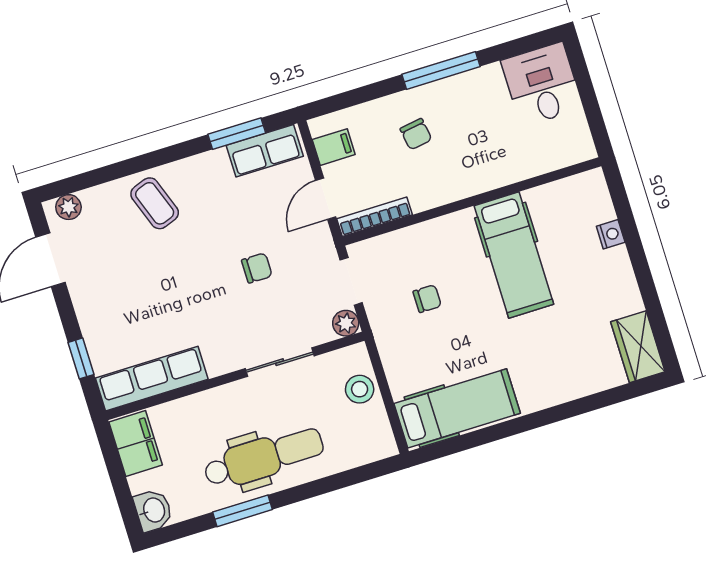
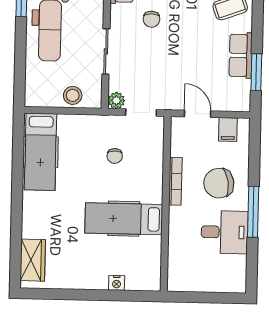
desk: (542, 84) -> (224, 232), moved
chair: (416, 134) -> (219, 183), width x1.87, depth x1.87
row of seats: (265, 151) -> (241, 55), moved
bookcase: (374, 217) -> (175, 181), moved
chair: (257, 268) -> (151, 19), moved
wardrobe: (638, 347) -> (33, 260), moved, turned 90

